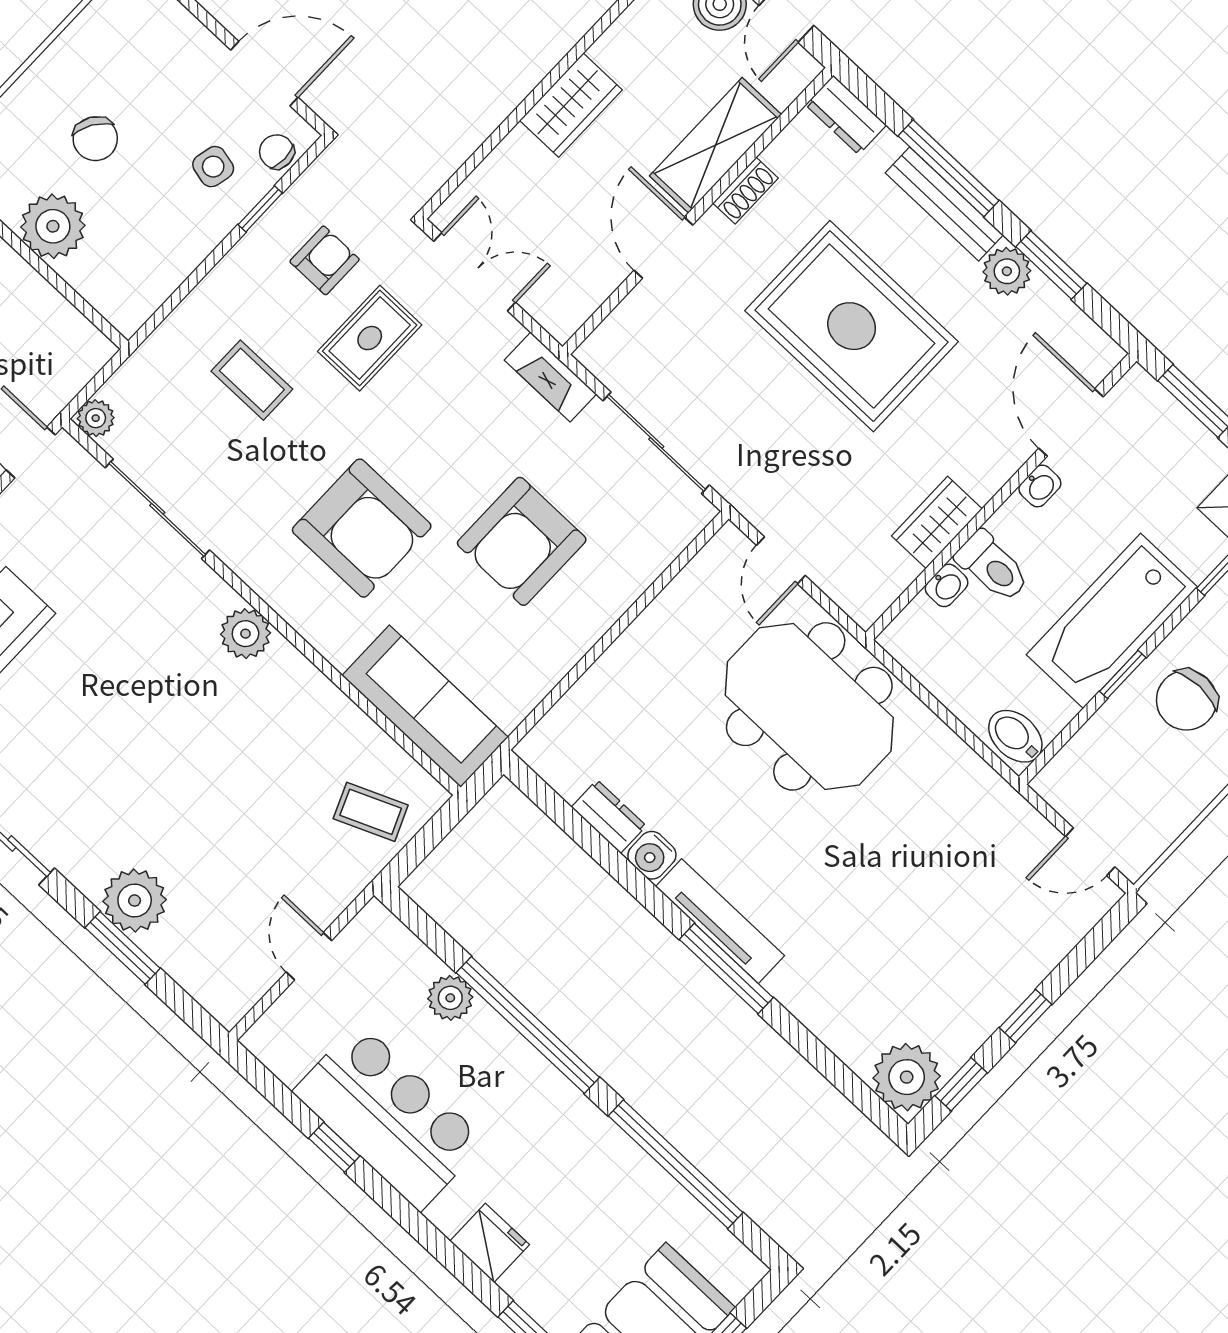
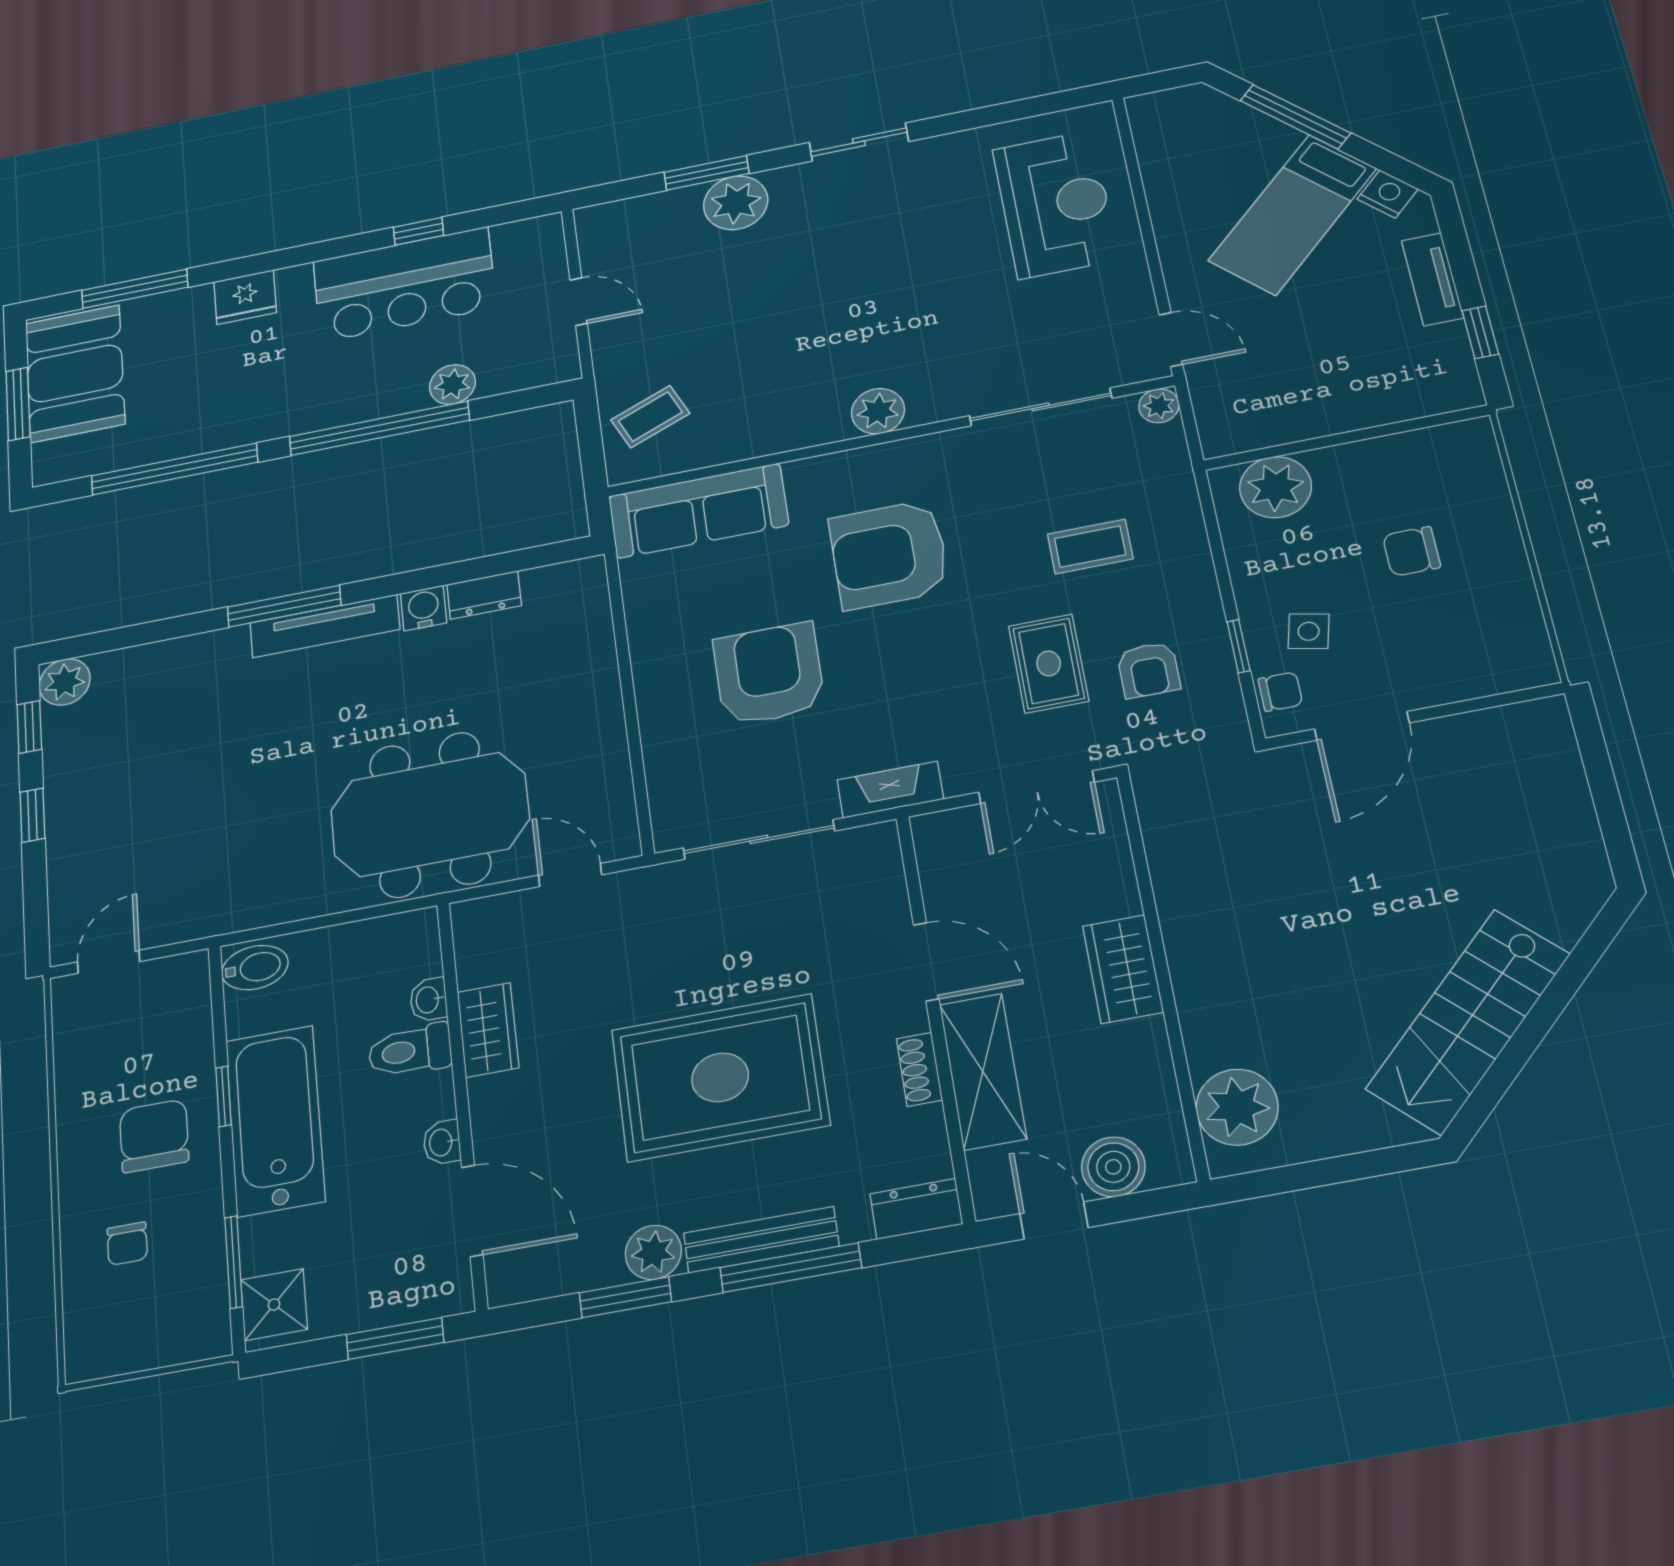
chair: (95, 139) -> (1411, 551), turned -32
plant: (53, 226) -> (1276, 487), moved
plant: (907, 1077) -> (65, 682), width x0.73, depth x0.73

